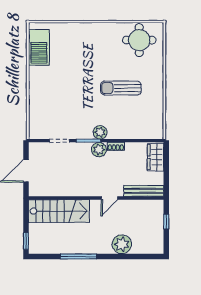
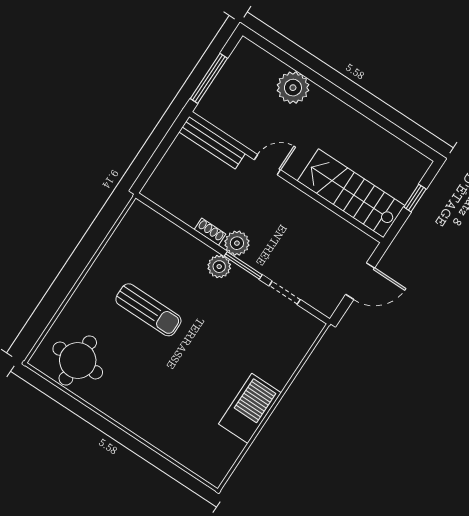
barbecue: (39, 47) -> (250, 408), moved
wardrobe: (156, 157) -> (164, 179), removed
window: (166, 222) -> (209, 78), width x2.17
window: (26, 241) -> (415, 198), moved
window: (78, 256) -> (366, 111), removed

